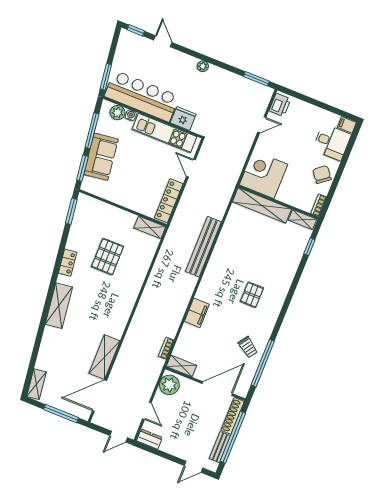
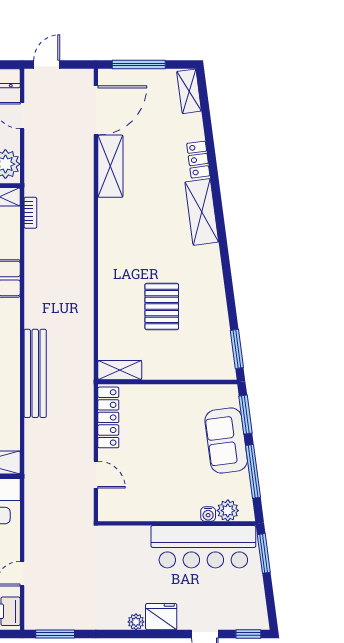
fridge: (183, 119) -> (161, 617), moved, turned 180
kitchen unit: (164, 133) -> (152, 508), removed
locker: (68, 263) -> (198, 160), moved

